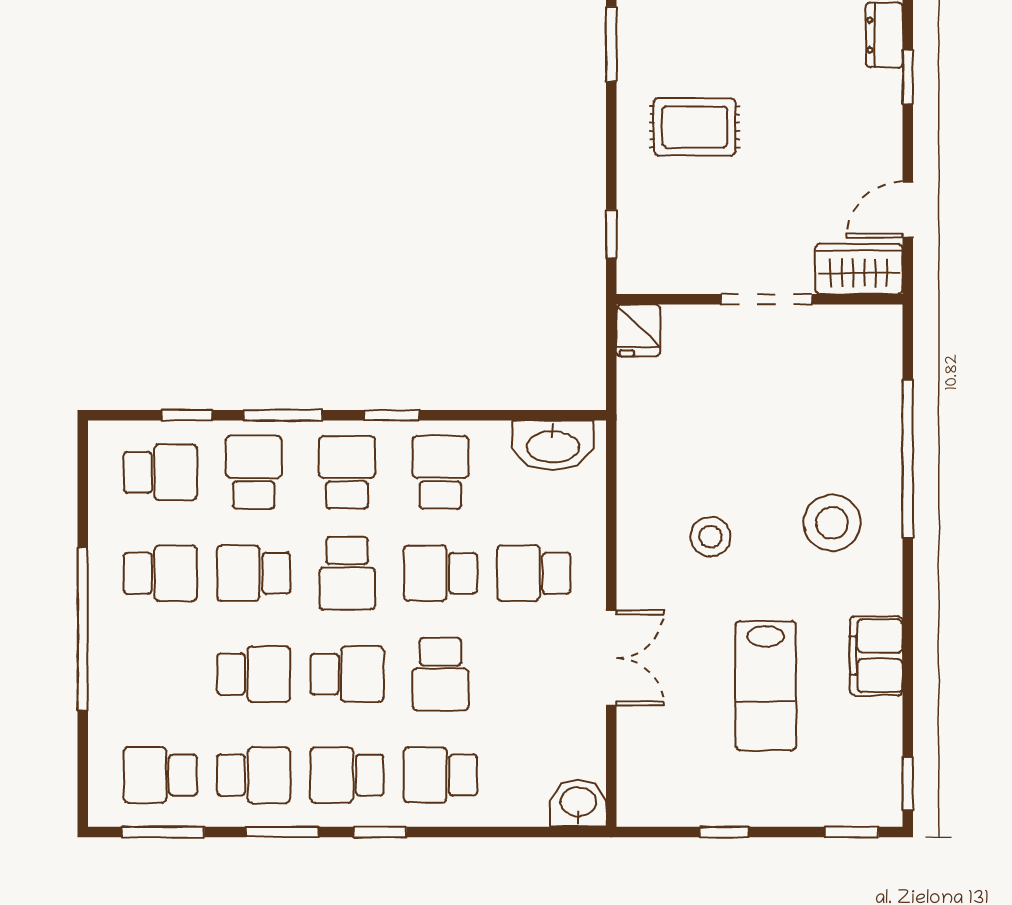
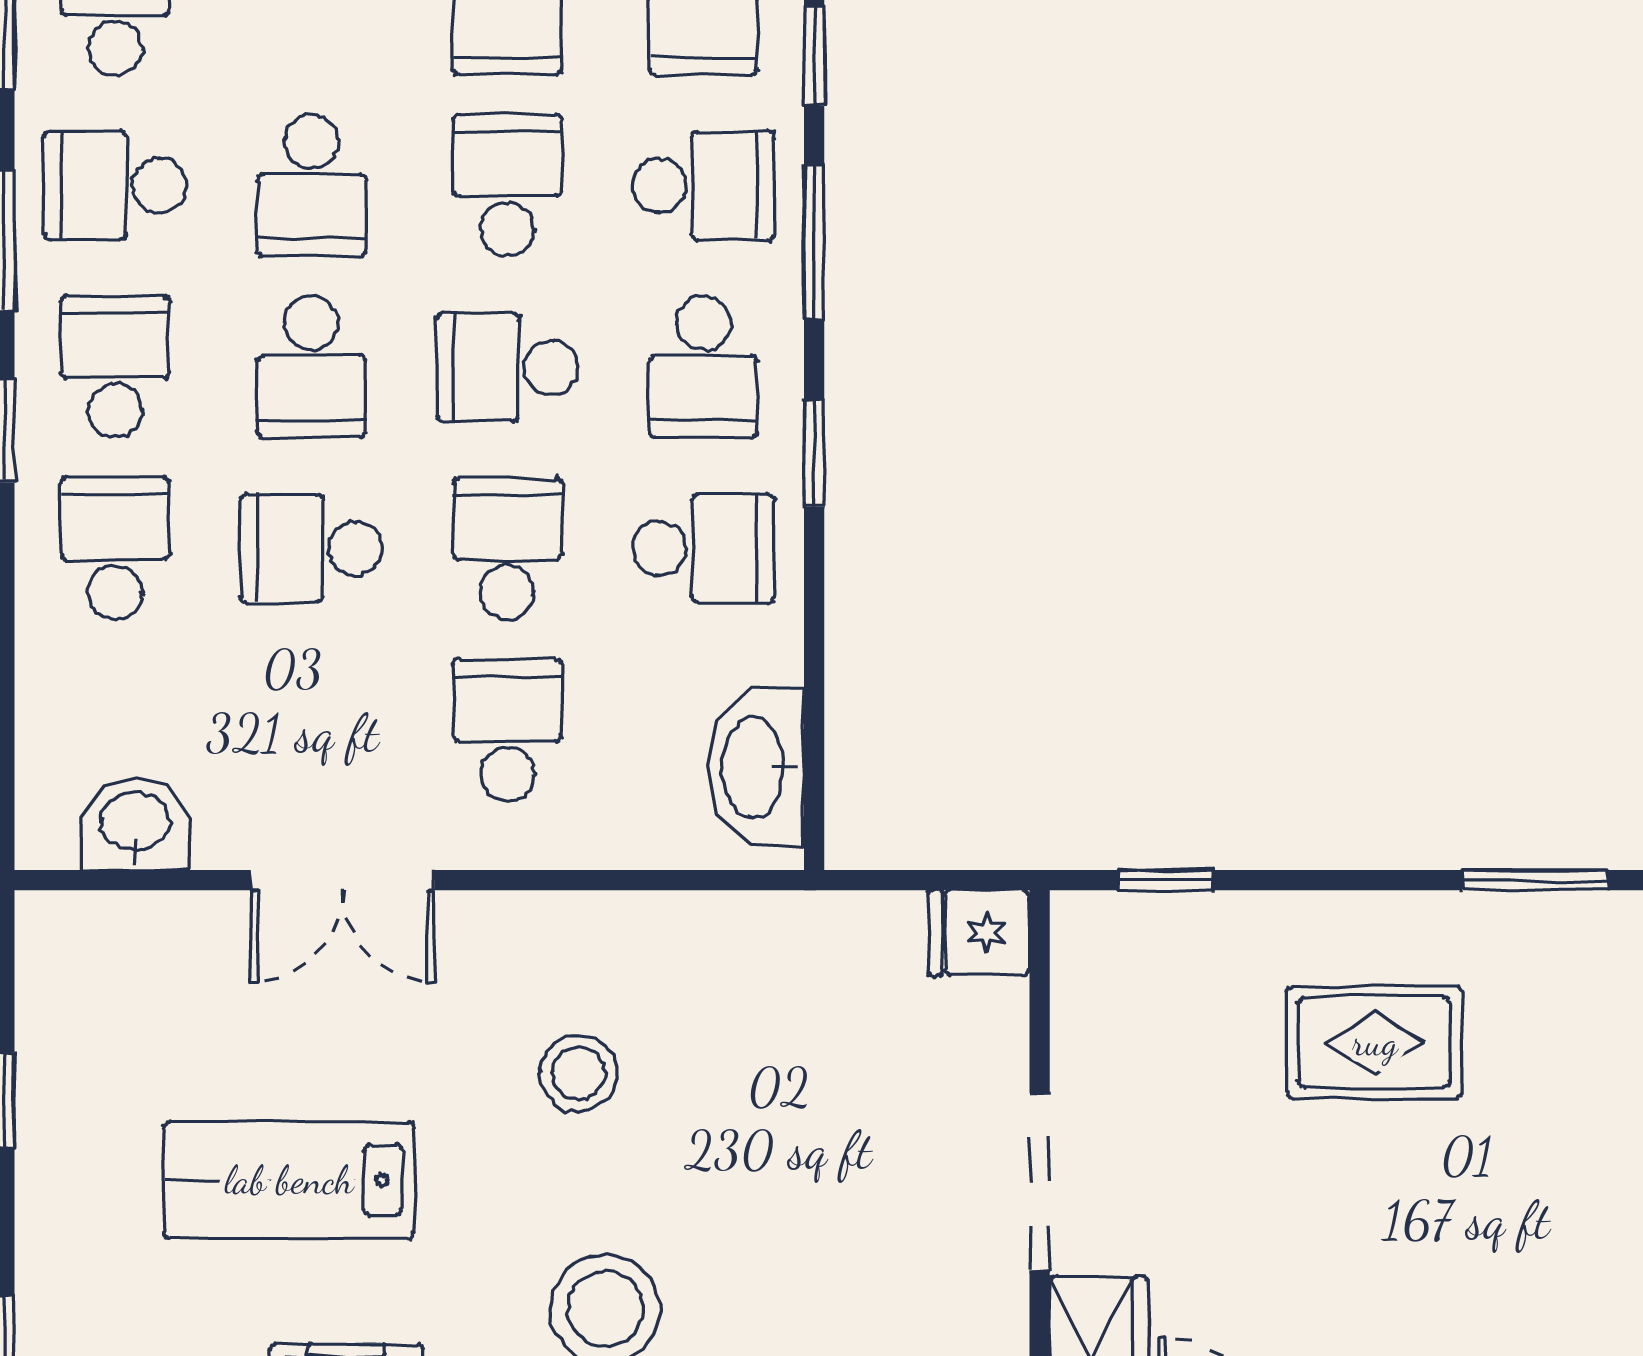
rug: (695, 127) -> (1375, 1042), turned 90
school desk: (347, 472) -> (703, 367), turned 90
school desk: (254, 775) -> (115, 185), turned 90
washbasin: (578, 803) -> (135, 824), moved, turned -90

